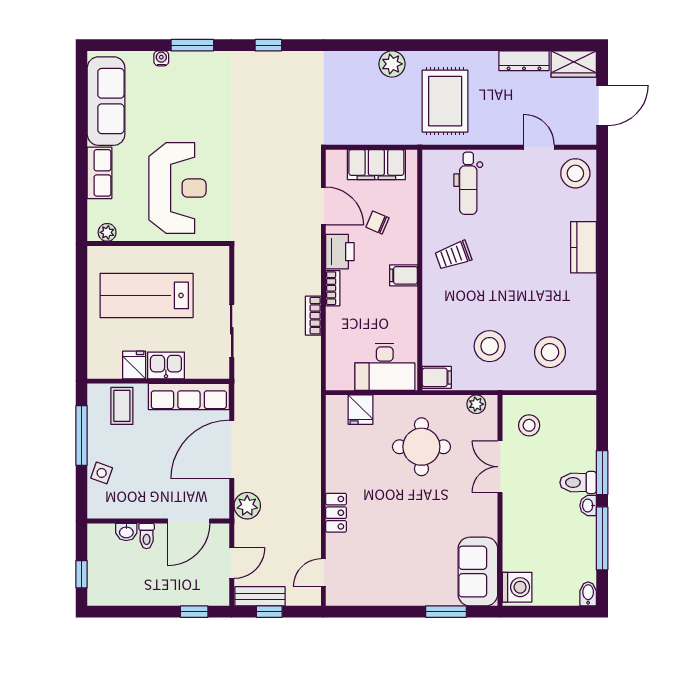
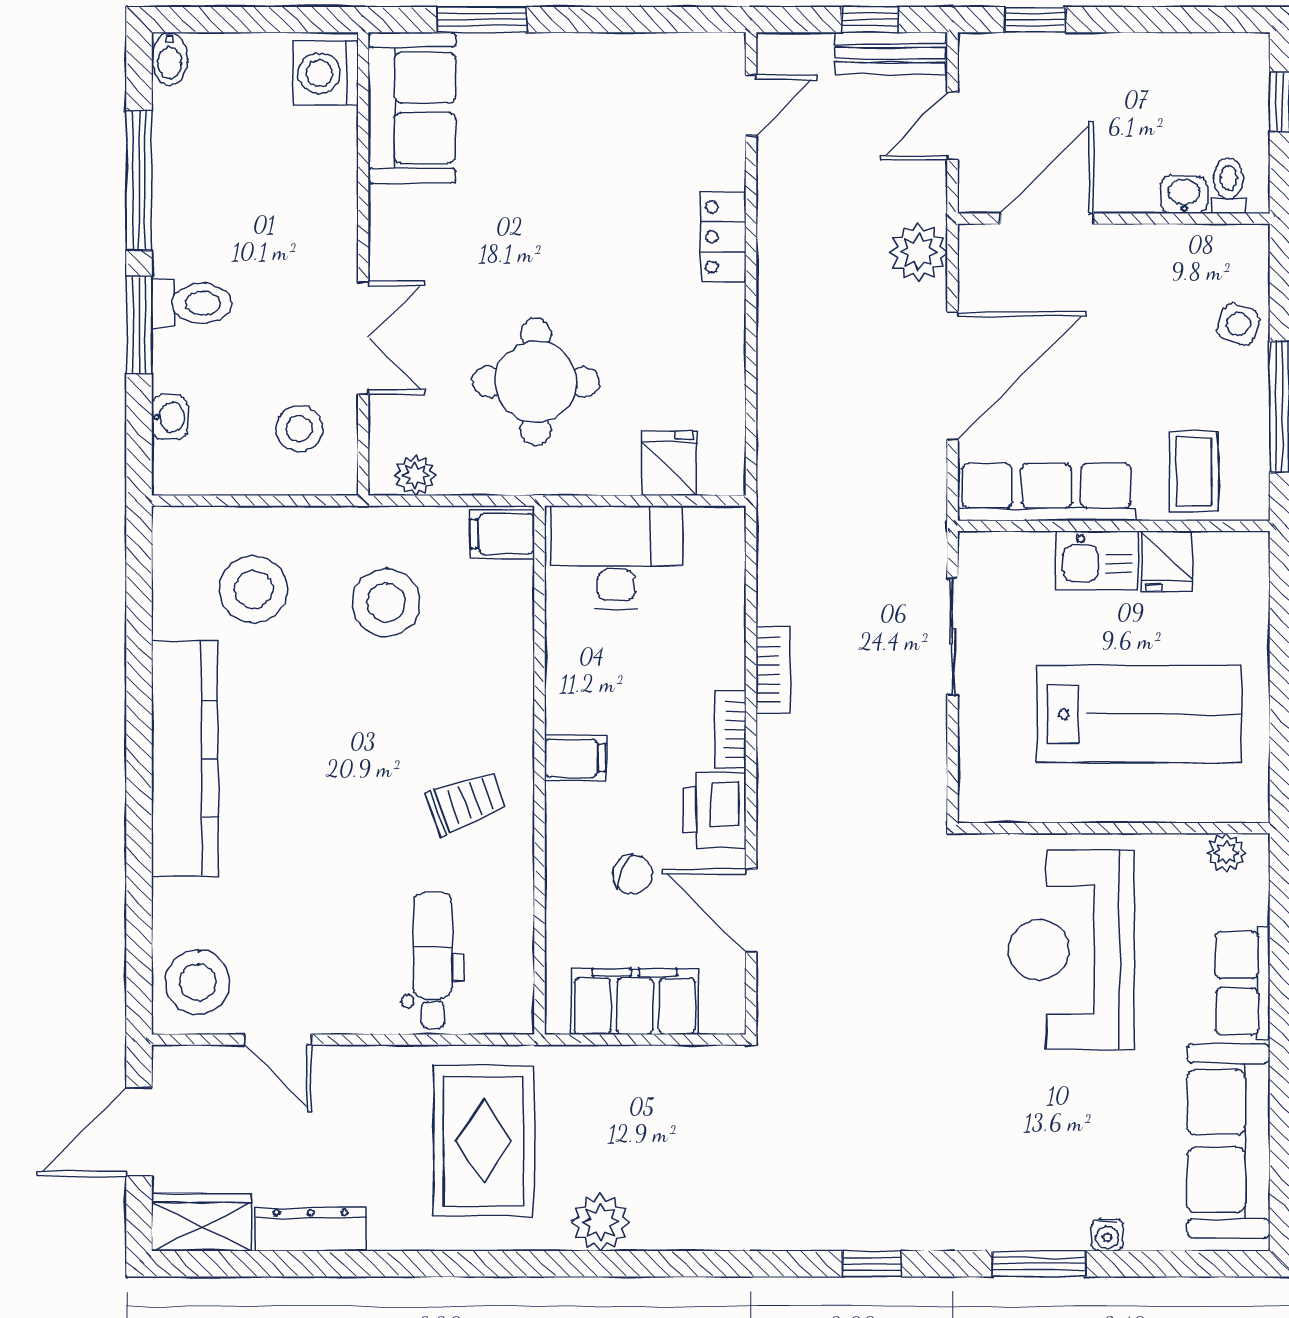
kitchen counter: (583, 247) -> (185, 759), width x2.08, depth x1.17
washbasin: (588, 506) -> (170, 417), moved
toilet: (147, 536) -> (1228, 186), moved

